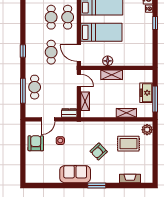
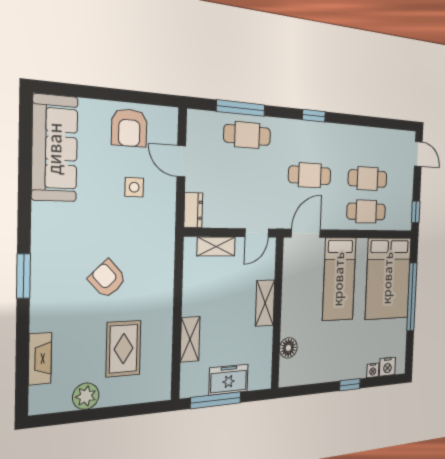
floor lamp: (108, 61) -> (288, 348), moved
plant: (147, 130) -> (86, 396), moved
armchair: (36, 143) -> (129, 128), turned 90
sofa: (75, 174) -> (55, 148), moved, width x1.36

